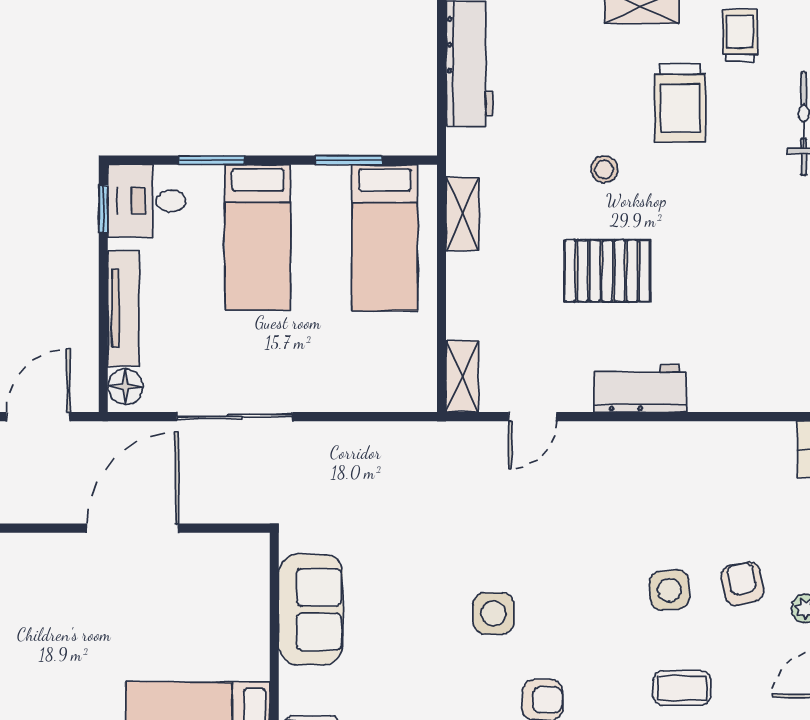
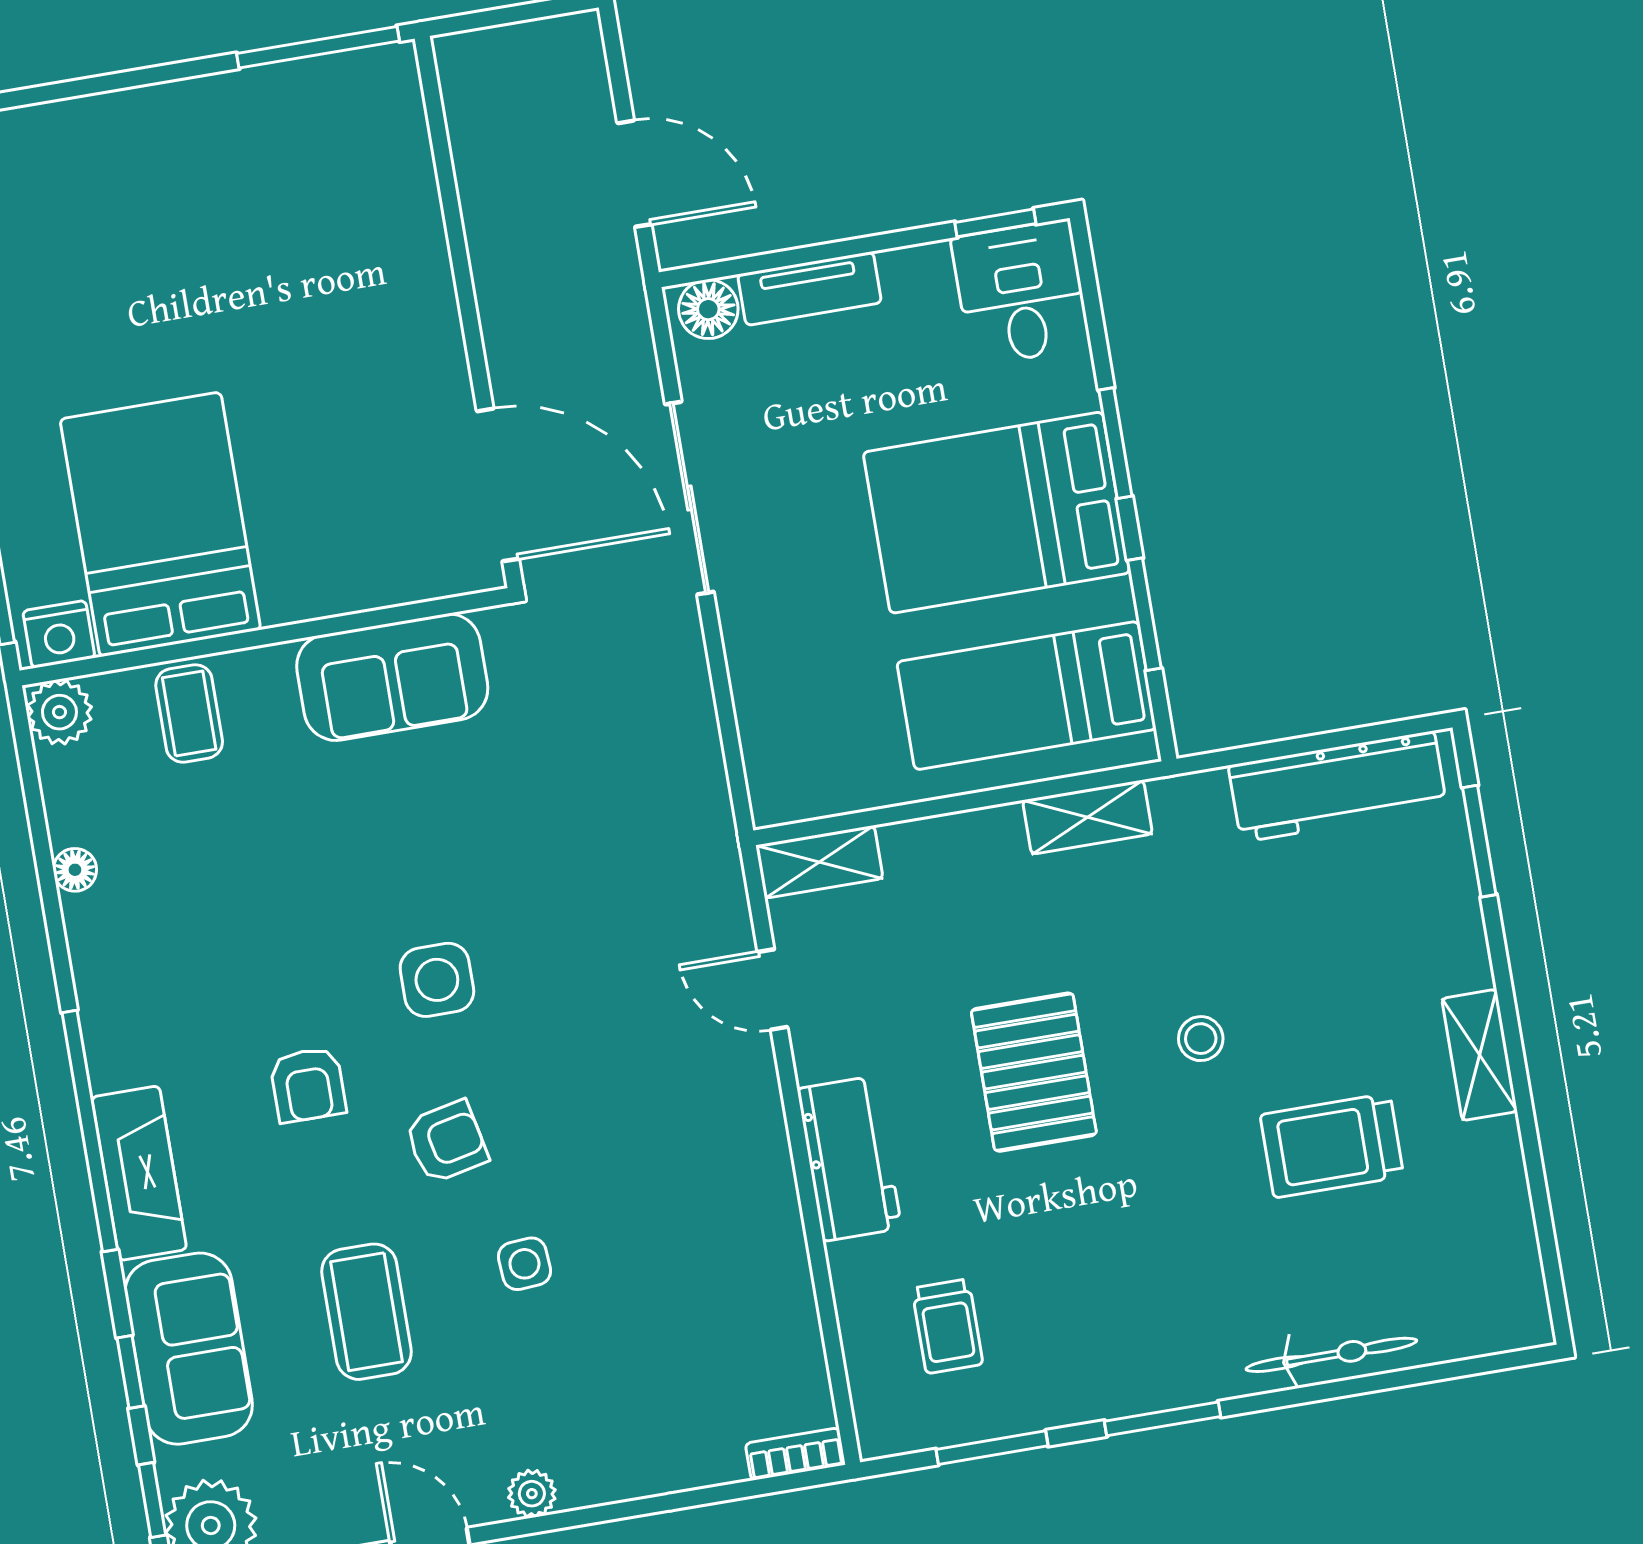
trolley: (740, 35) -> (947, 1326), moved, turned 90
window: (212, 160) -> (1115, 443), moved
bed: (258, 237) -> (996, 513), width x1.50
tv unit: (123, 308) -> (809, 289), width x0.71
door: (133, 528) -> (498, 485), moved
armchair: (742, 583) -> (446, 1142), moved
side table: (670, 590) -> (524, 1264), width x0.73, depth x0.73
coffee table: (682, 688) -> (366, 1312), width x1.36, depth x1.30

